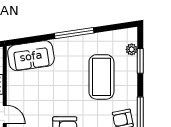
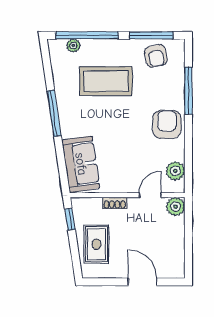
window: (140, 61) -> (87, 35), width x2.11

